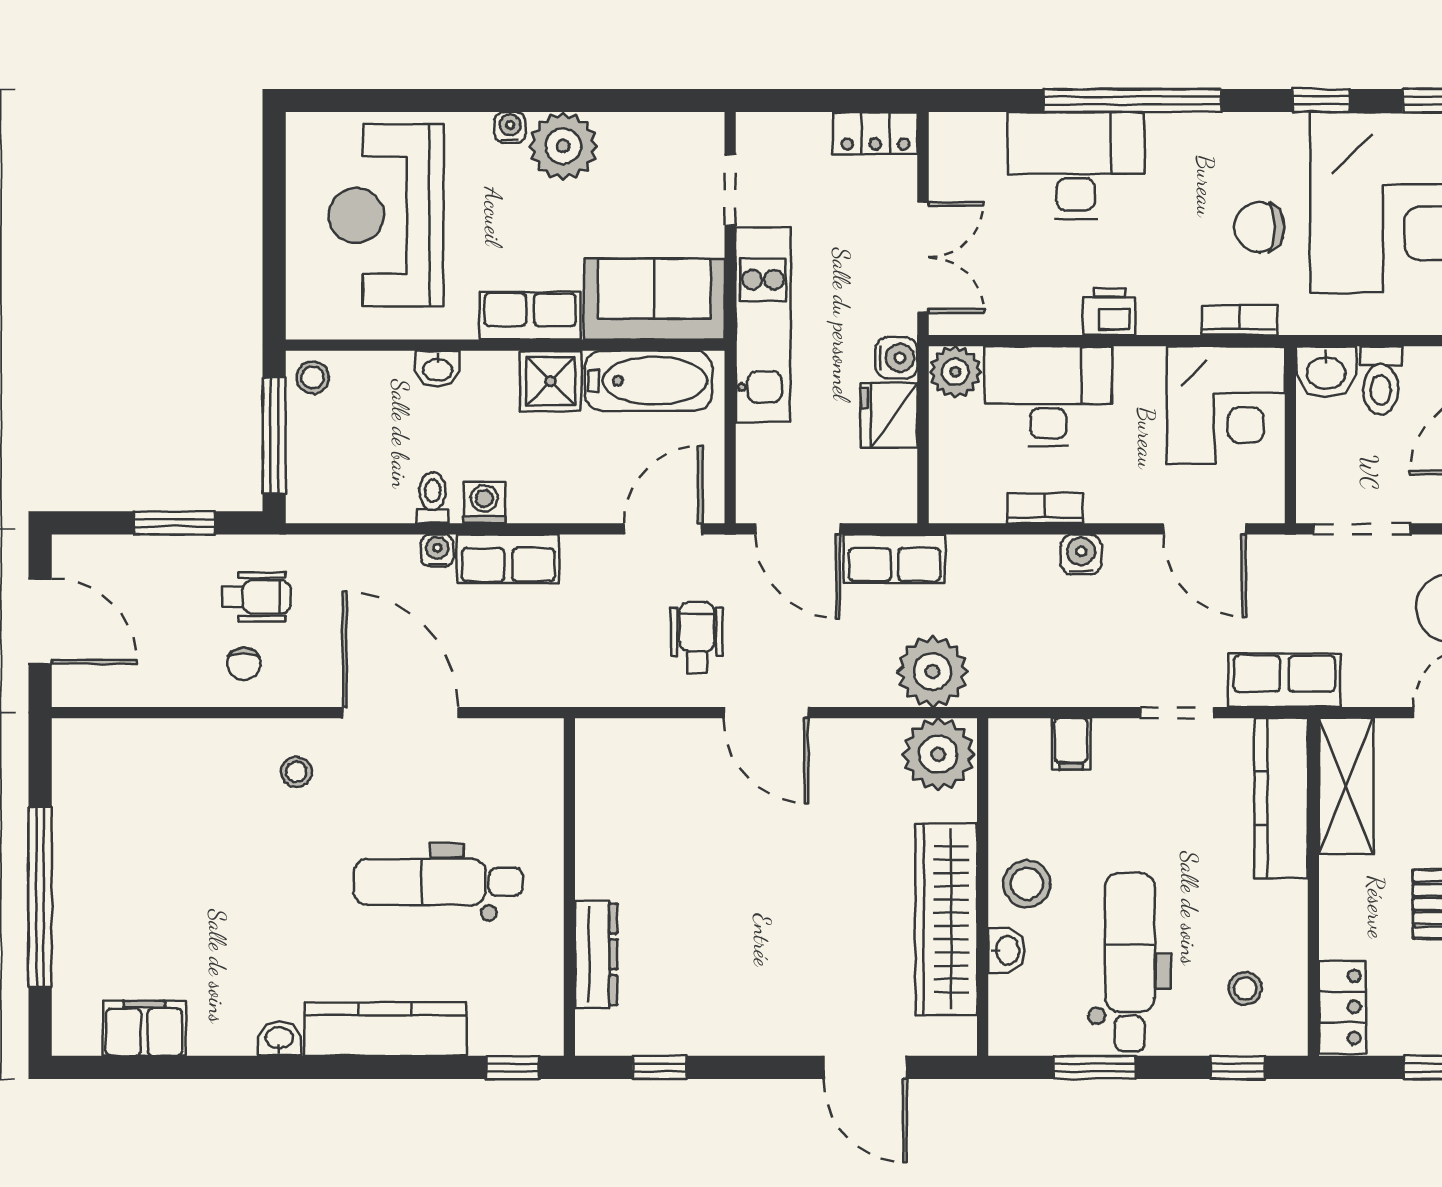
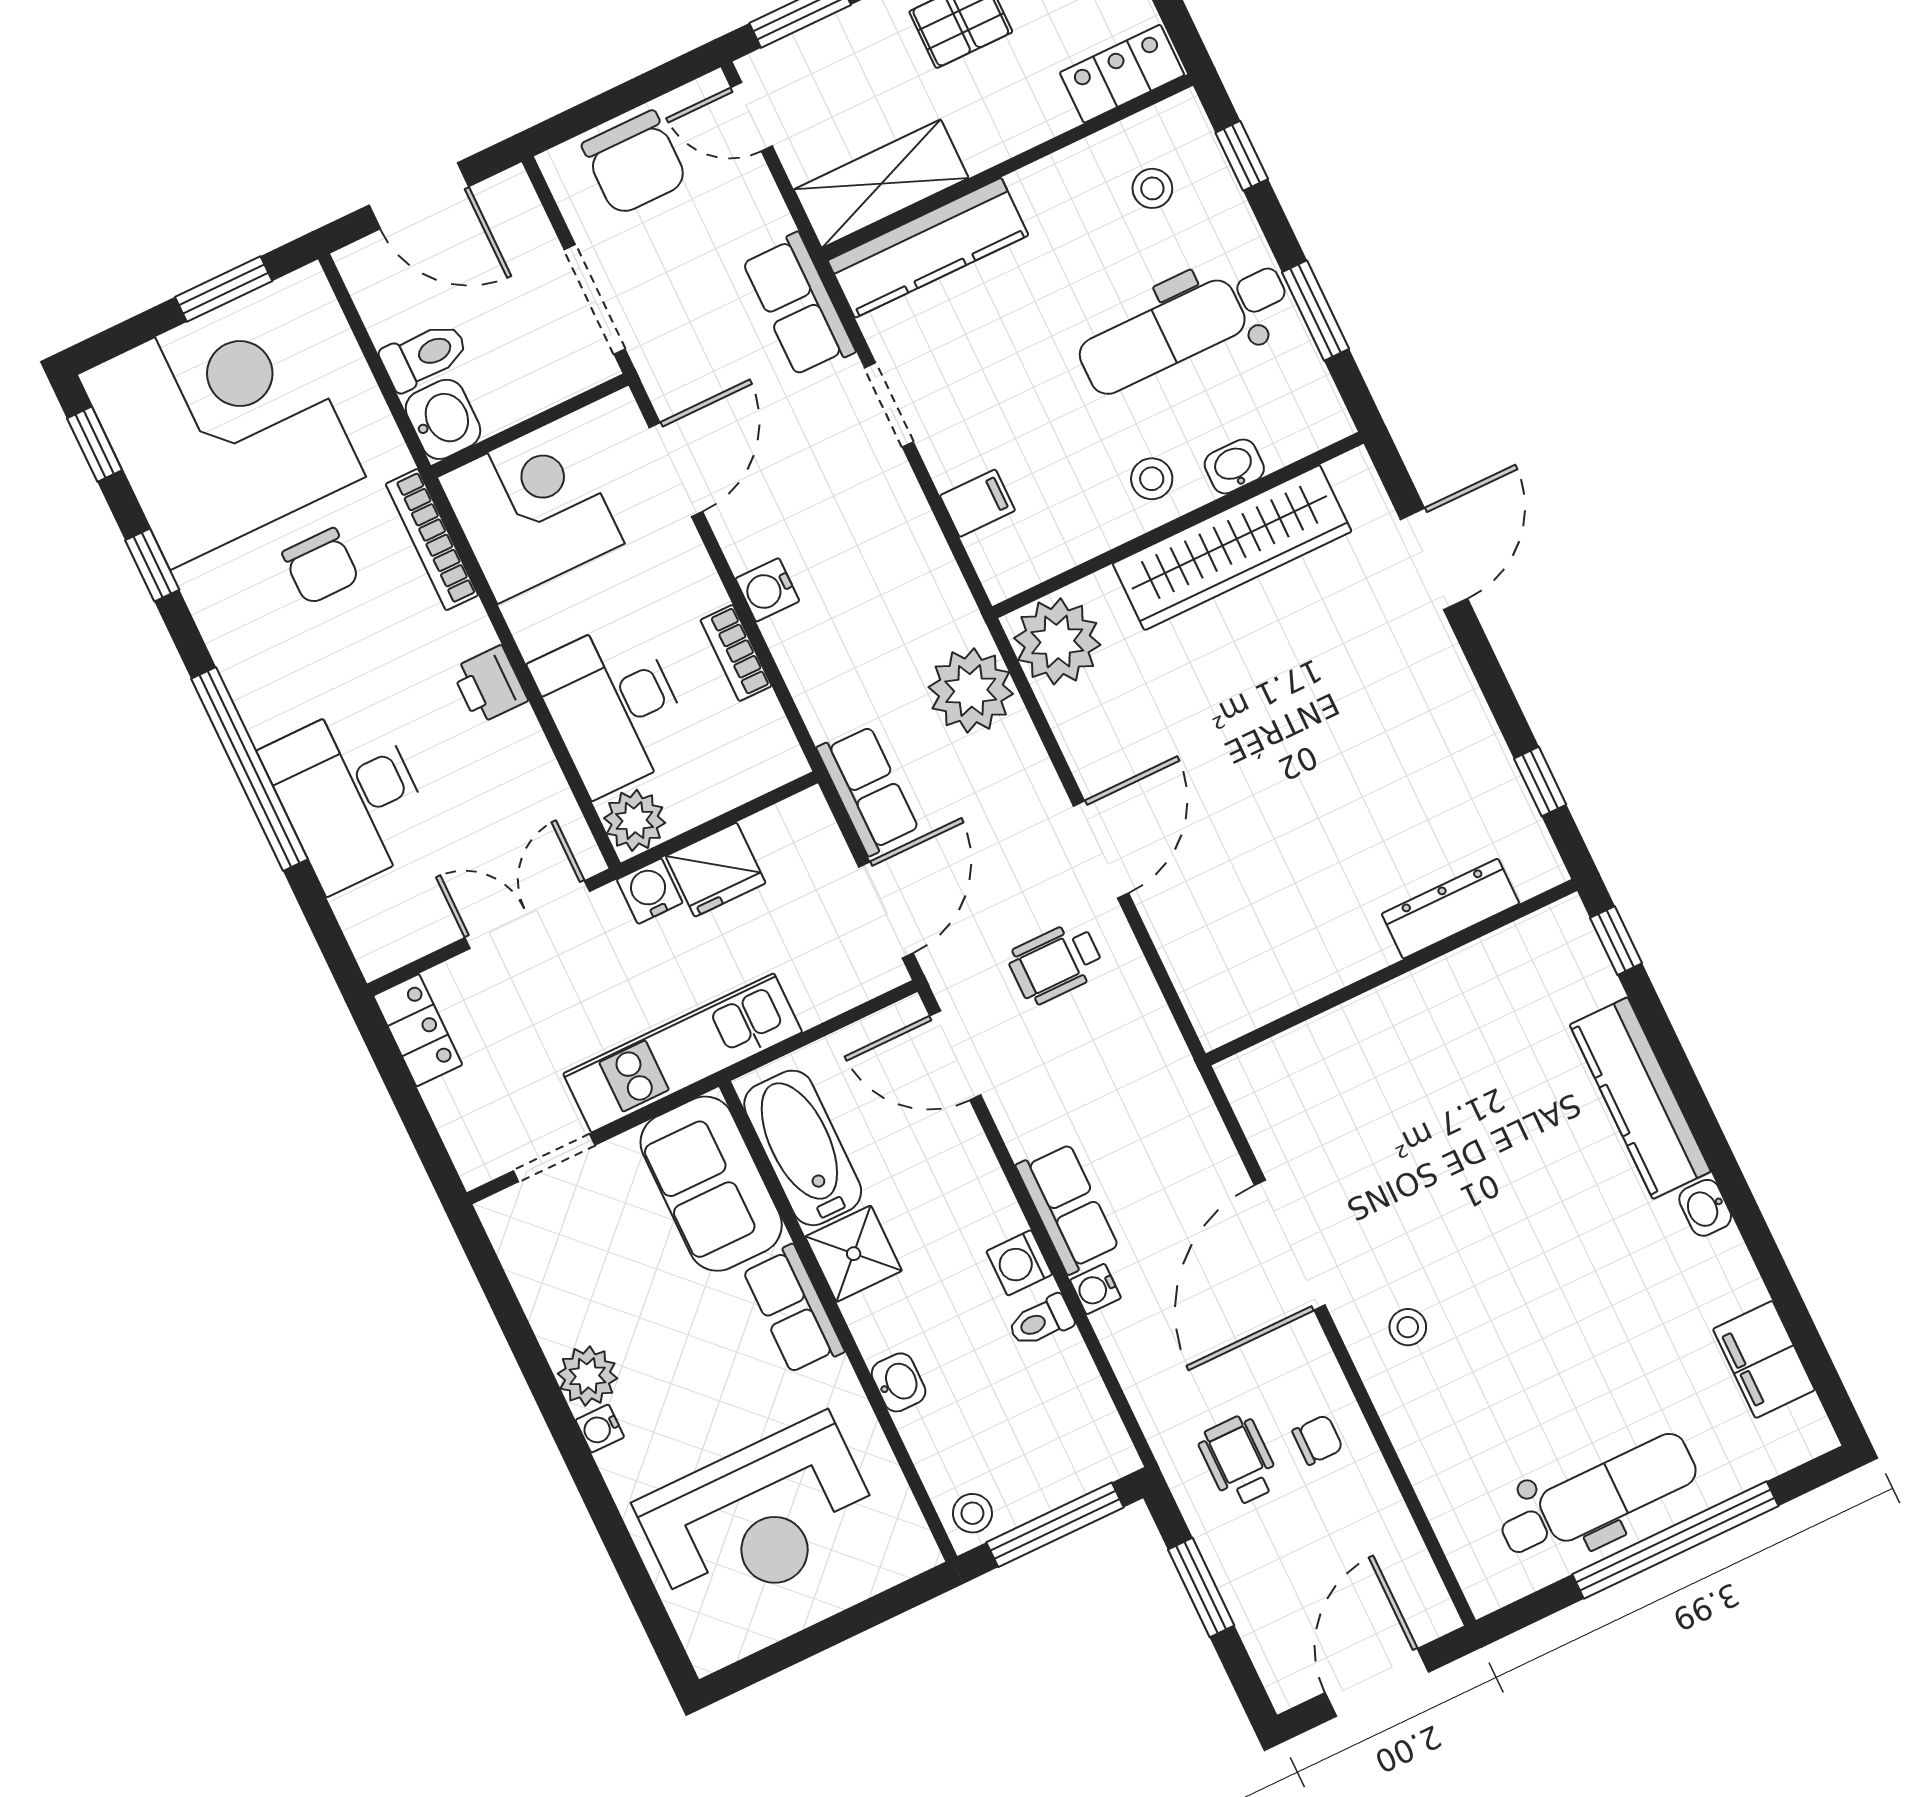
plant: (563, 146) -> (587, 1376), width x0.73, depth x0.73
bookcase: (1240, 320) -> (432, 540), width x1.56
dental chair: (438, 882) -> (1598, 1497), moved, turned -90
stool: (1027, 884) -> (1152, 479), width x0.73, depth x0.73

